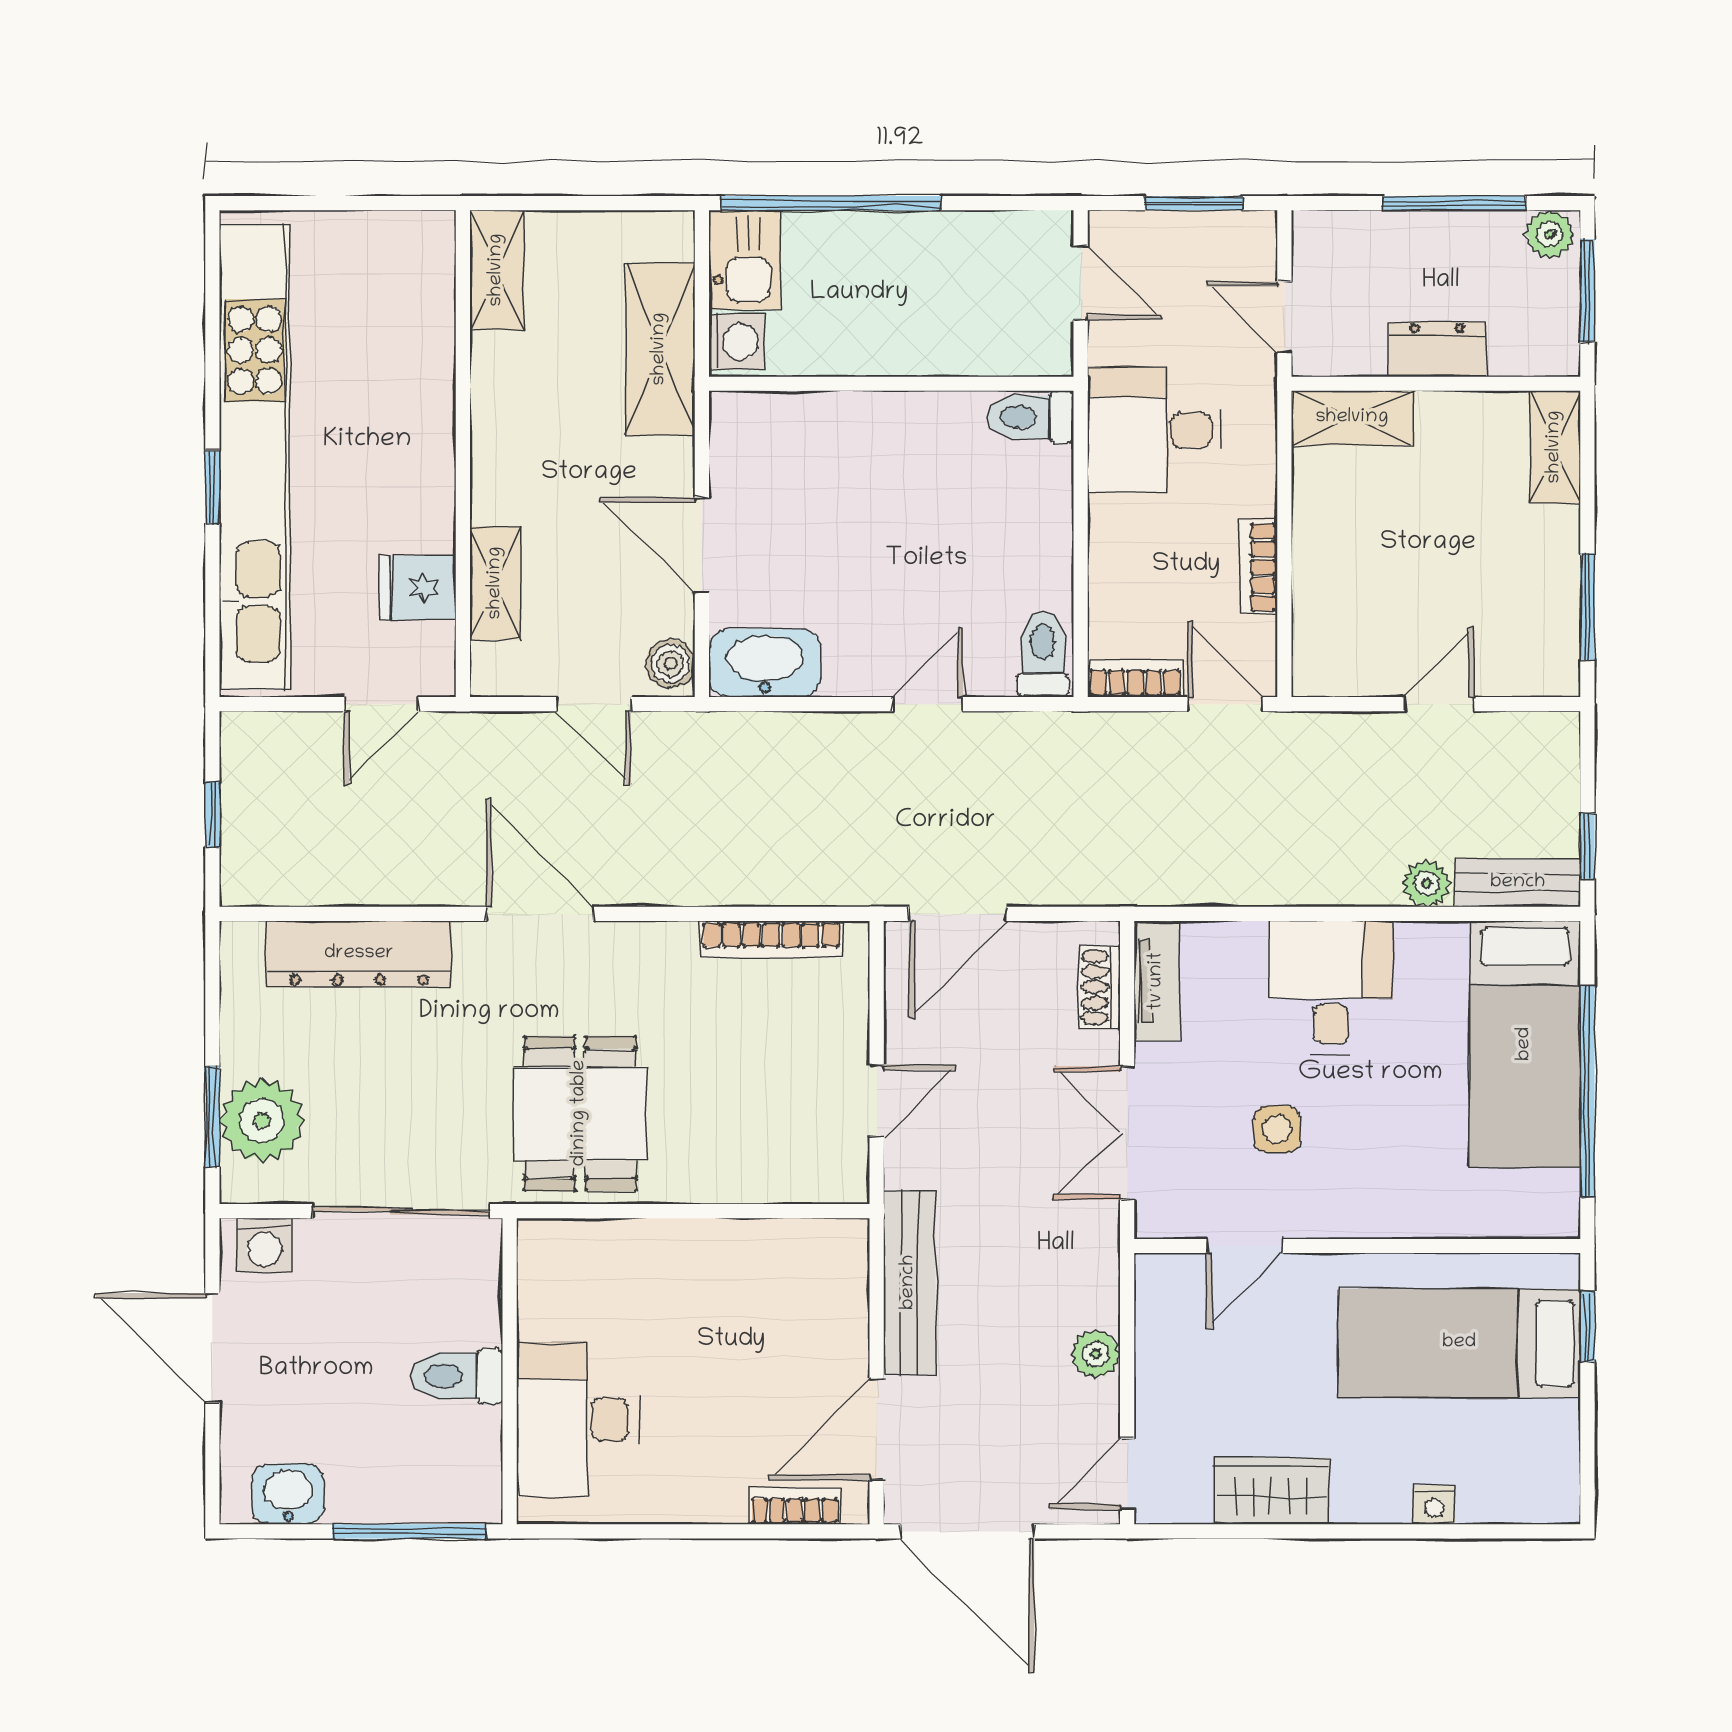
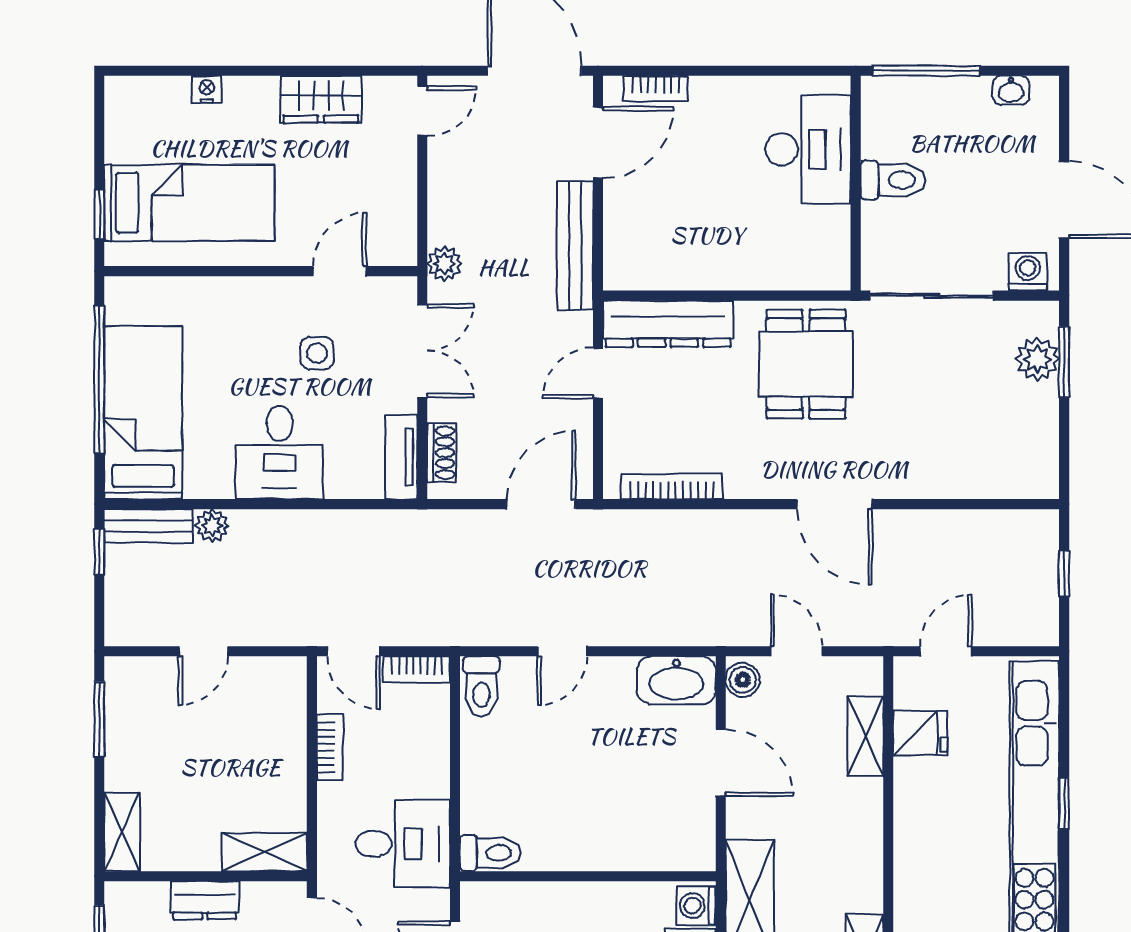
dresser: (359, 954) -> (668, 324), moved, turned 180
plant: (262, 1120) -> (1037, 359), width x0.73, depth x0.73
plant: (1096, 1354) -> (444, 264), moved
washbasin: (288, 1494) -> (1011, 90), width x0.72, depth x0.69

